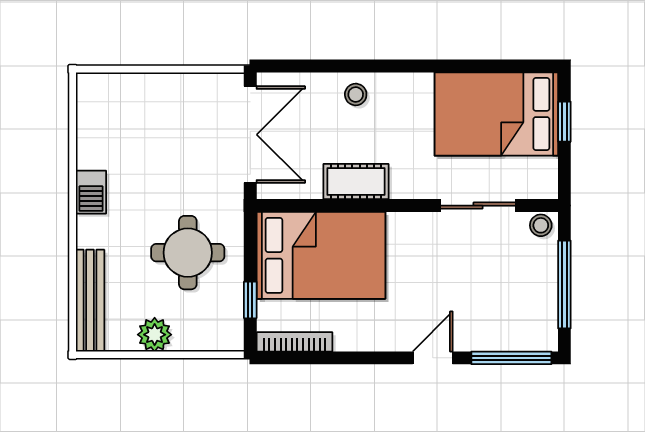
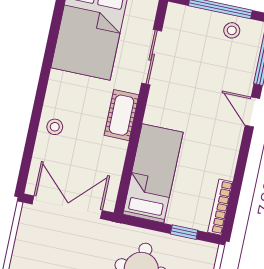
cot: (356, 182) -> (121, 115), moved
stool: (541, 225) -> (232, 30), moved
bed: (321, 255) -> (153, 173), width x0.67

